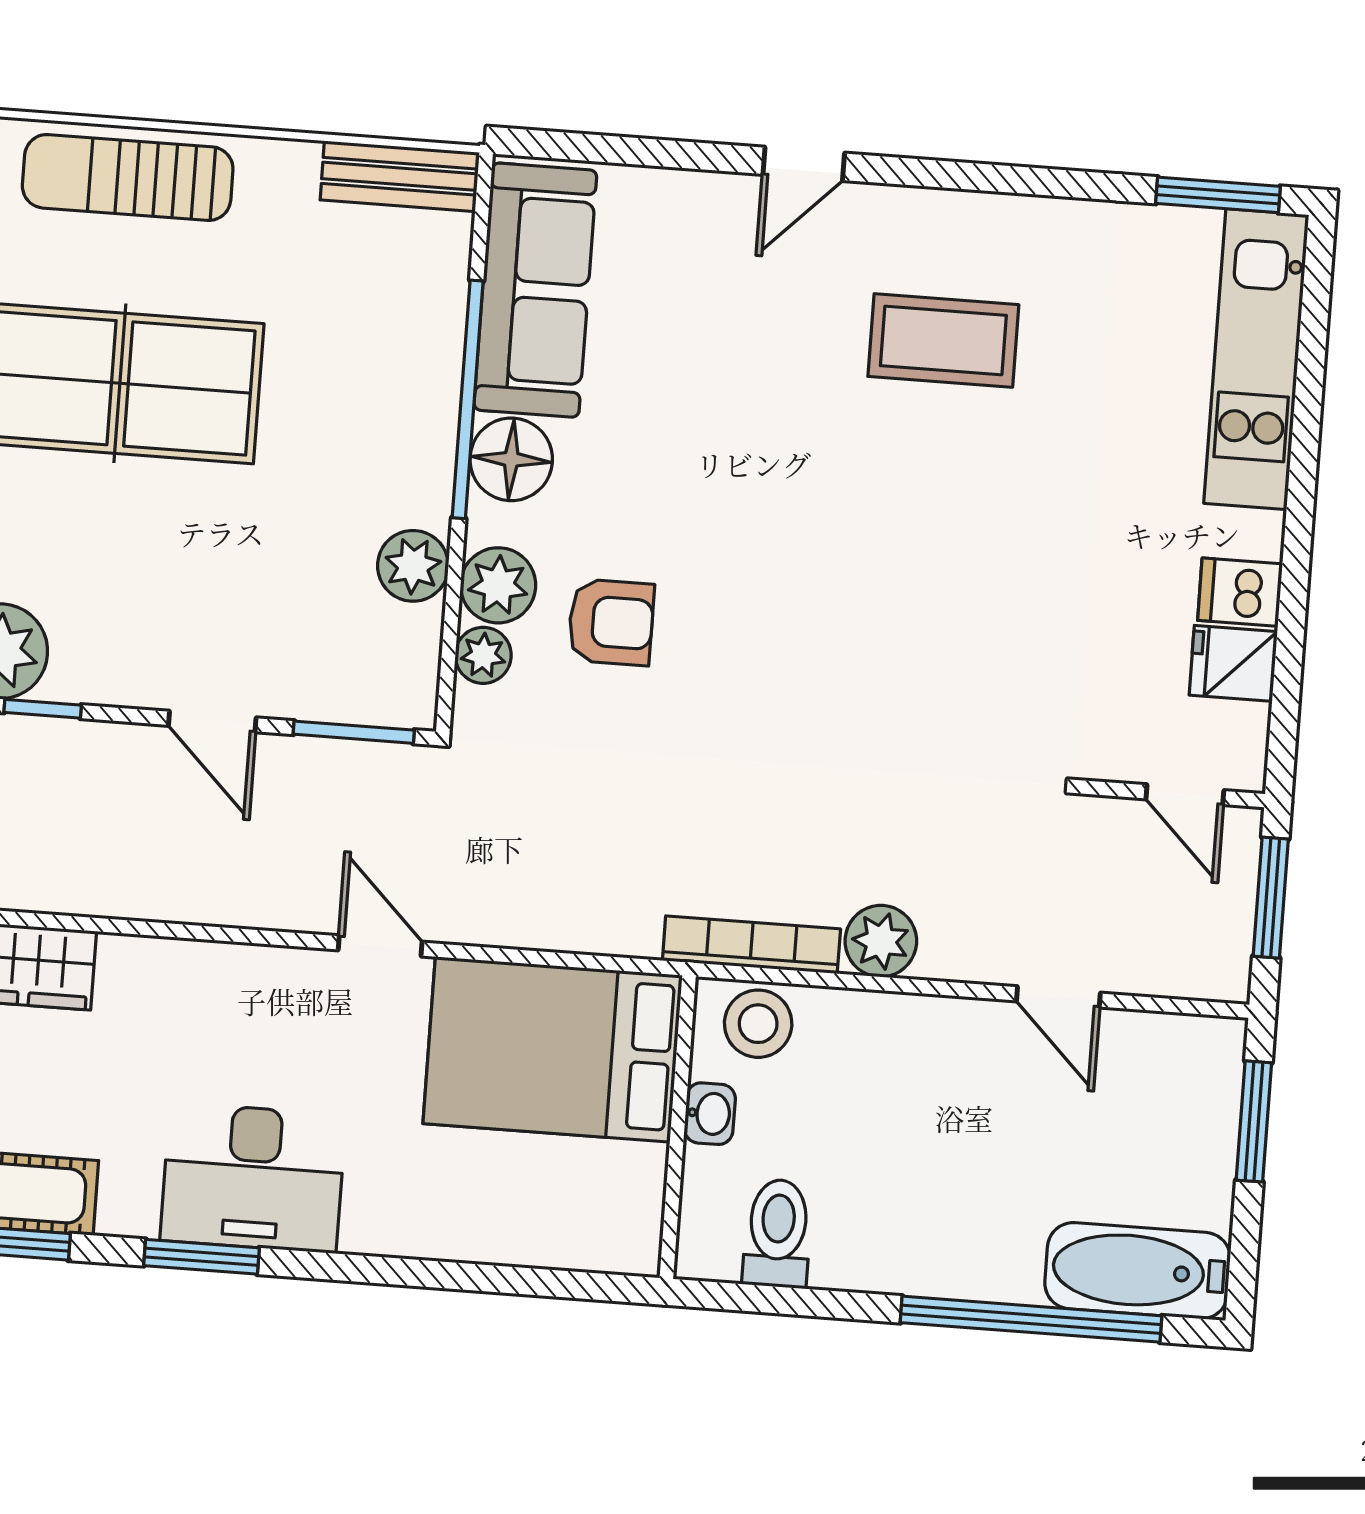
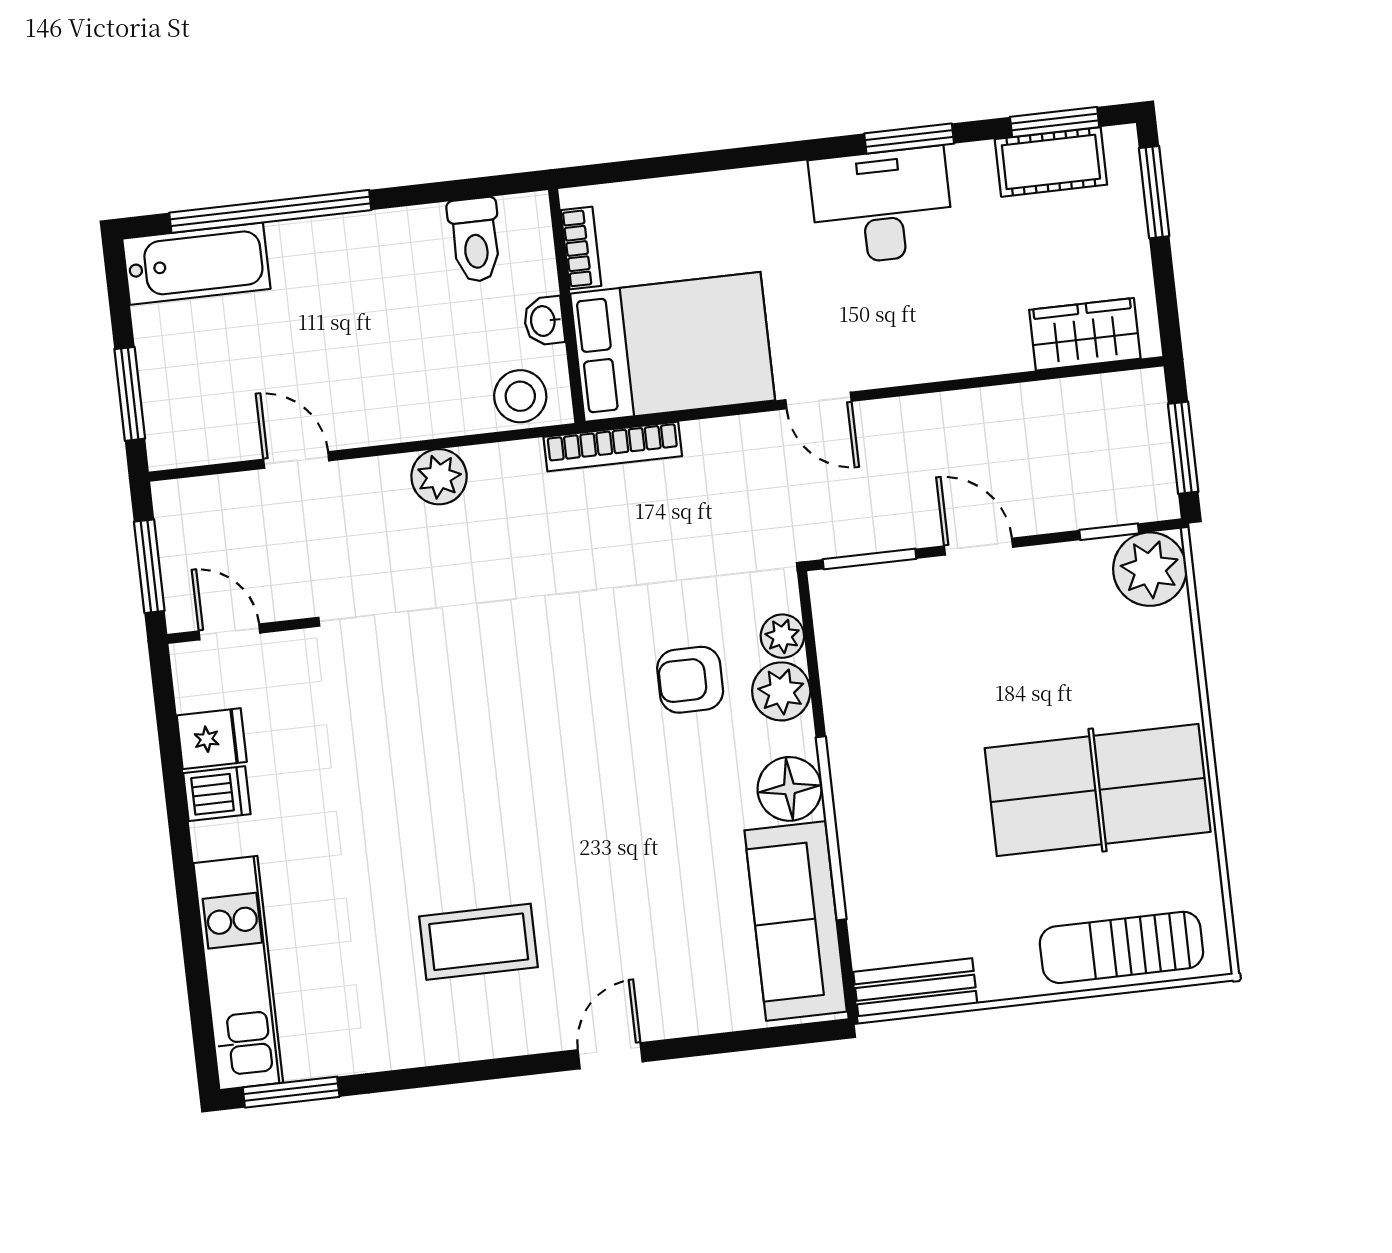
sun lounger: (128, 177) -> (1121, 947), turned 180
plant: (413, 566) -> (849, 694), removed
bookcase: (751, 945) -> (613, 447), moved
bookcase: (645, 1197) -> (581, 248), added

